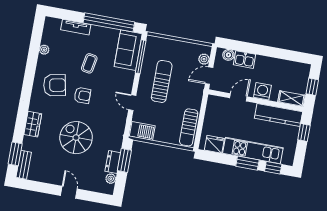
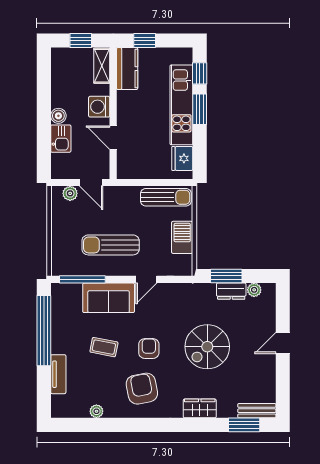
sofa: (128, 50) -> (109, 298), moved
boiler: (228, 55) -> (58, 116), moved
kitchen counter: (279, 115) -> (127, 69), width x0.67
barbecue: (142, 131) -> (182, 237), moved

